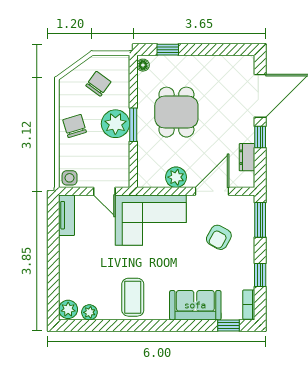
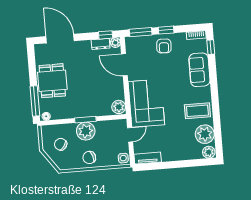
window: (168, 50) -> (35, 101), width x2.17
dining table: (176, 112) -> (52, 81), moved, turned 90
window: (260, 137) -> (106, 35), moved
plant: (176, 177) -> (119, 107), moved
plant: (247, 180) -> (115, 43), added
armchair: (219, 237) -> (164, 46), moved, turned 64
window: (260, 275) -> (166, 30), moved
plant: (89, 312) -> (205, 134), width x1.87, depth x1.87

